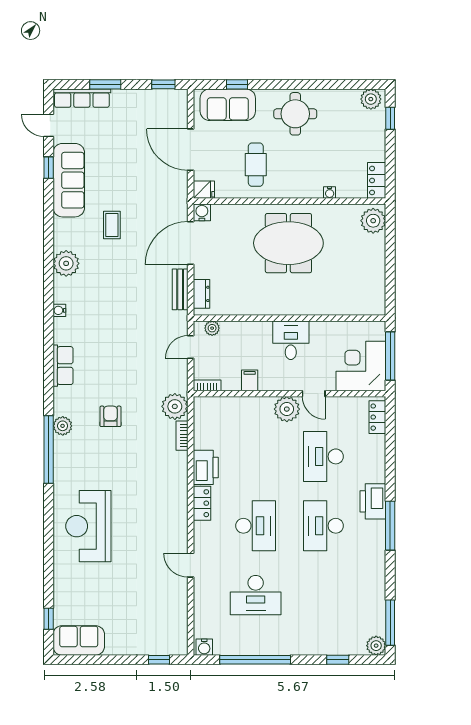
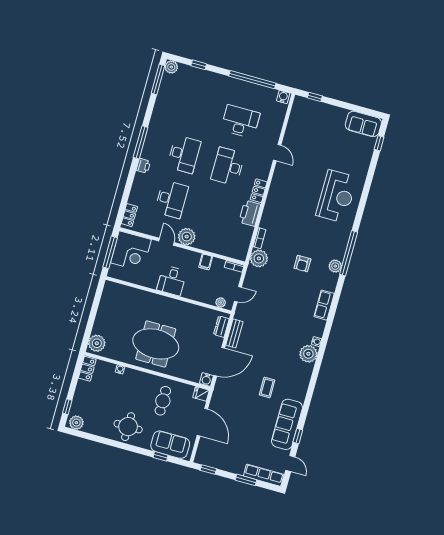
plant: (66, 263) -> (308, 354), moved
printer: (373, 501) -> (143, 166), width x0.53, depth x0.68

